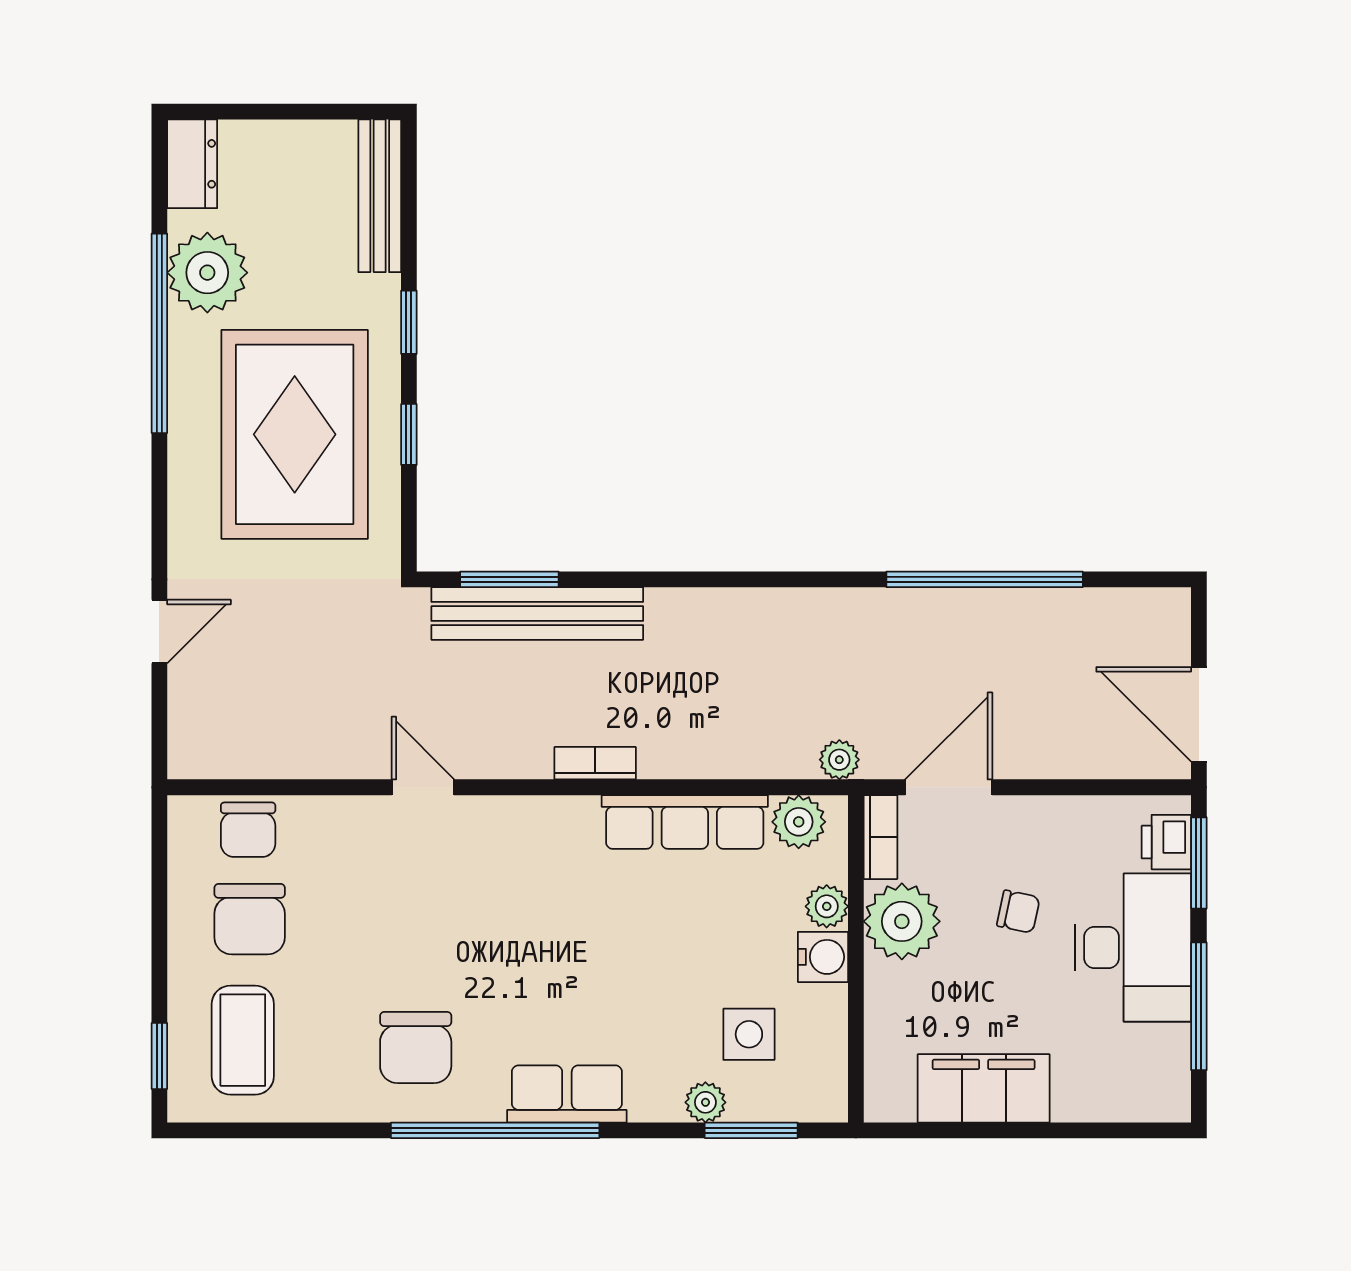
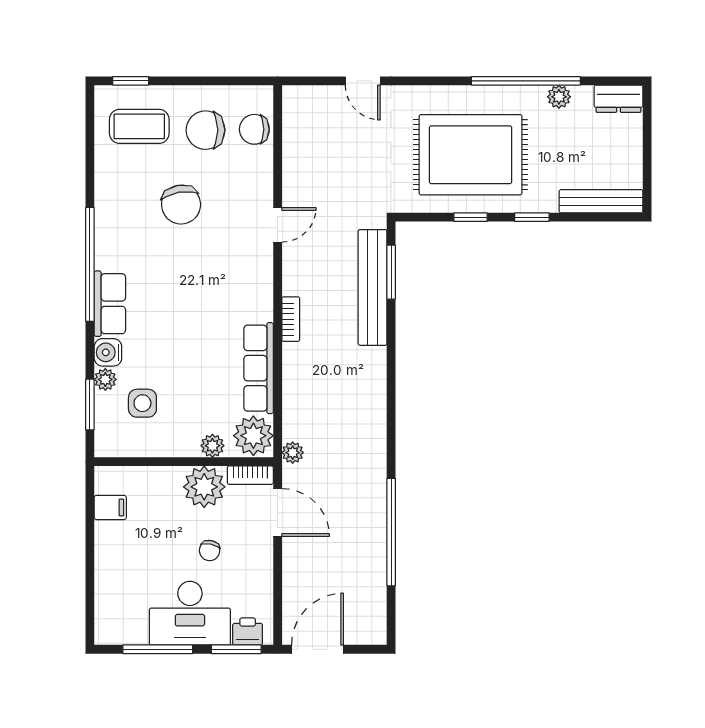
plant: (207, 273) -> (559, 97), width x0.53, depth x0.53
plant: (799, 822) -> (253, 436), width x1.36, depth x1.36
water cooler: (823, 957) -> (108, 352), moved, turned 90
chair: (416, 1048) -> (181, 205), moved, turned -100
filing cabinet: (984, 1088) -> (110, 507), width x0.33, depth x0.86

